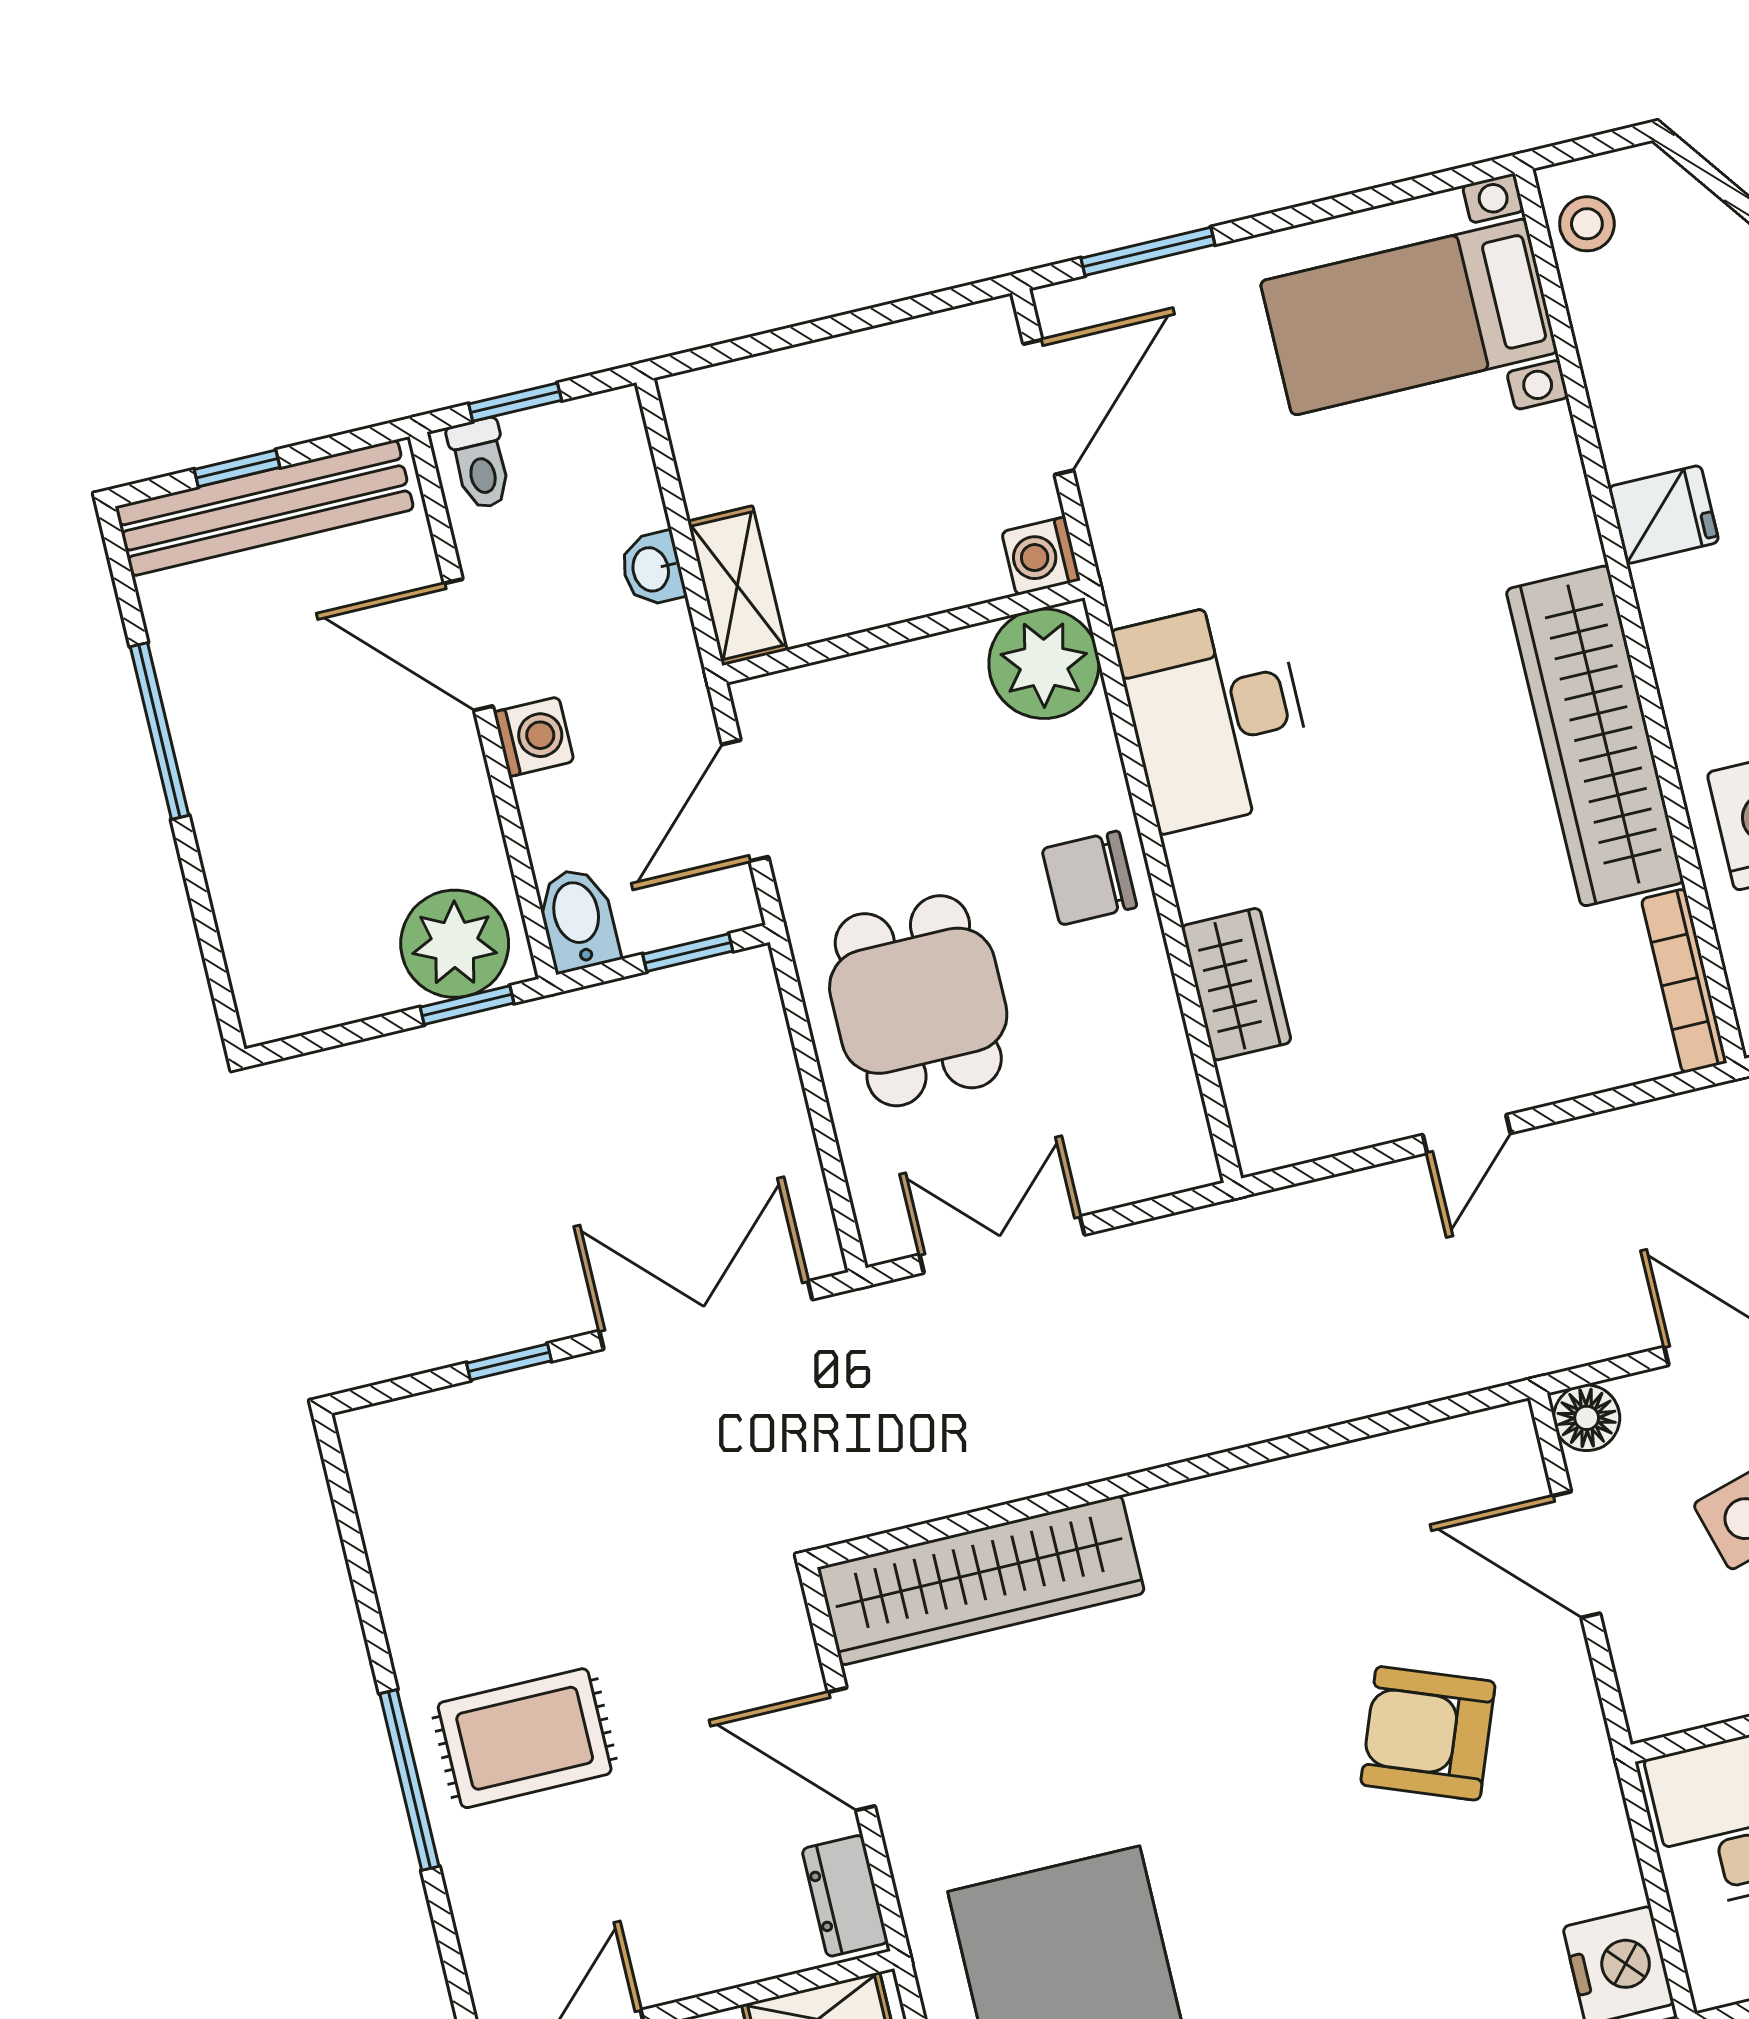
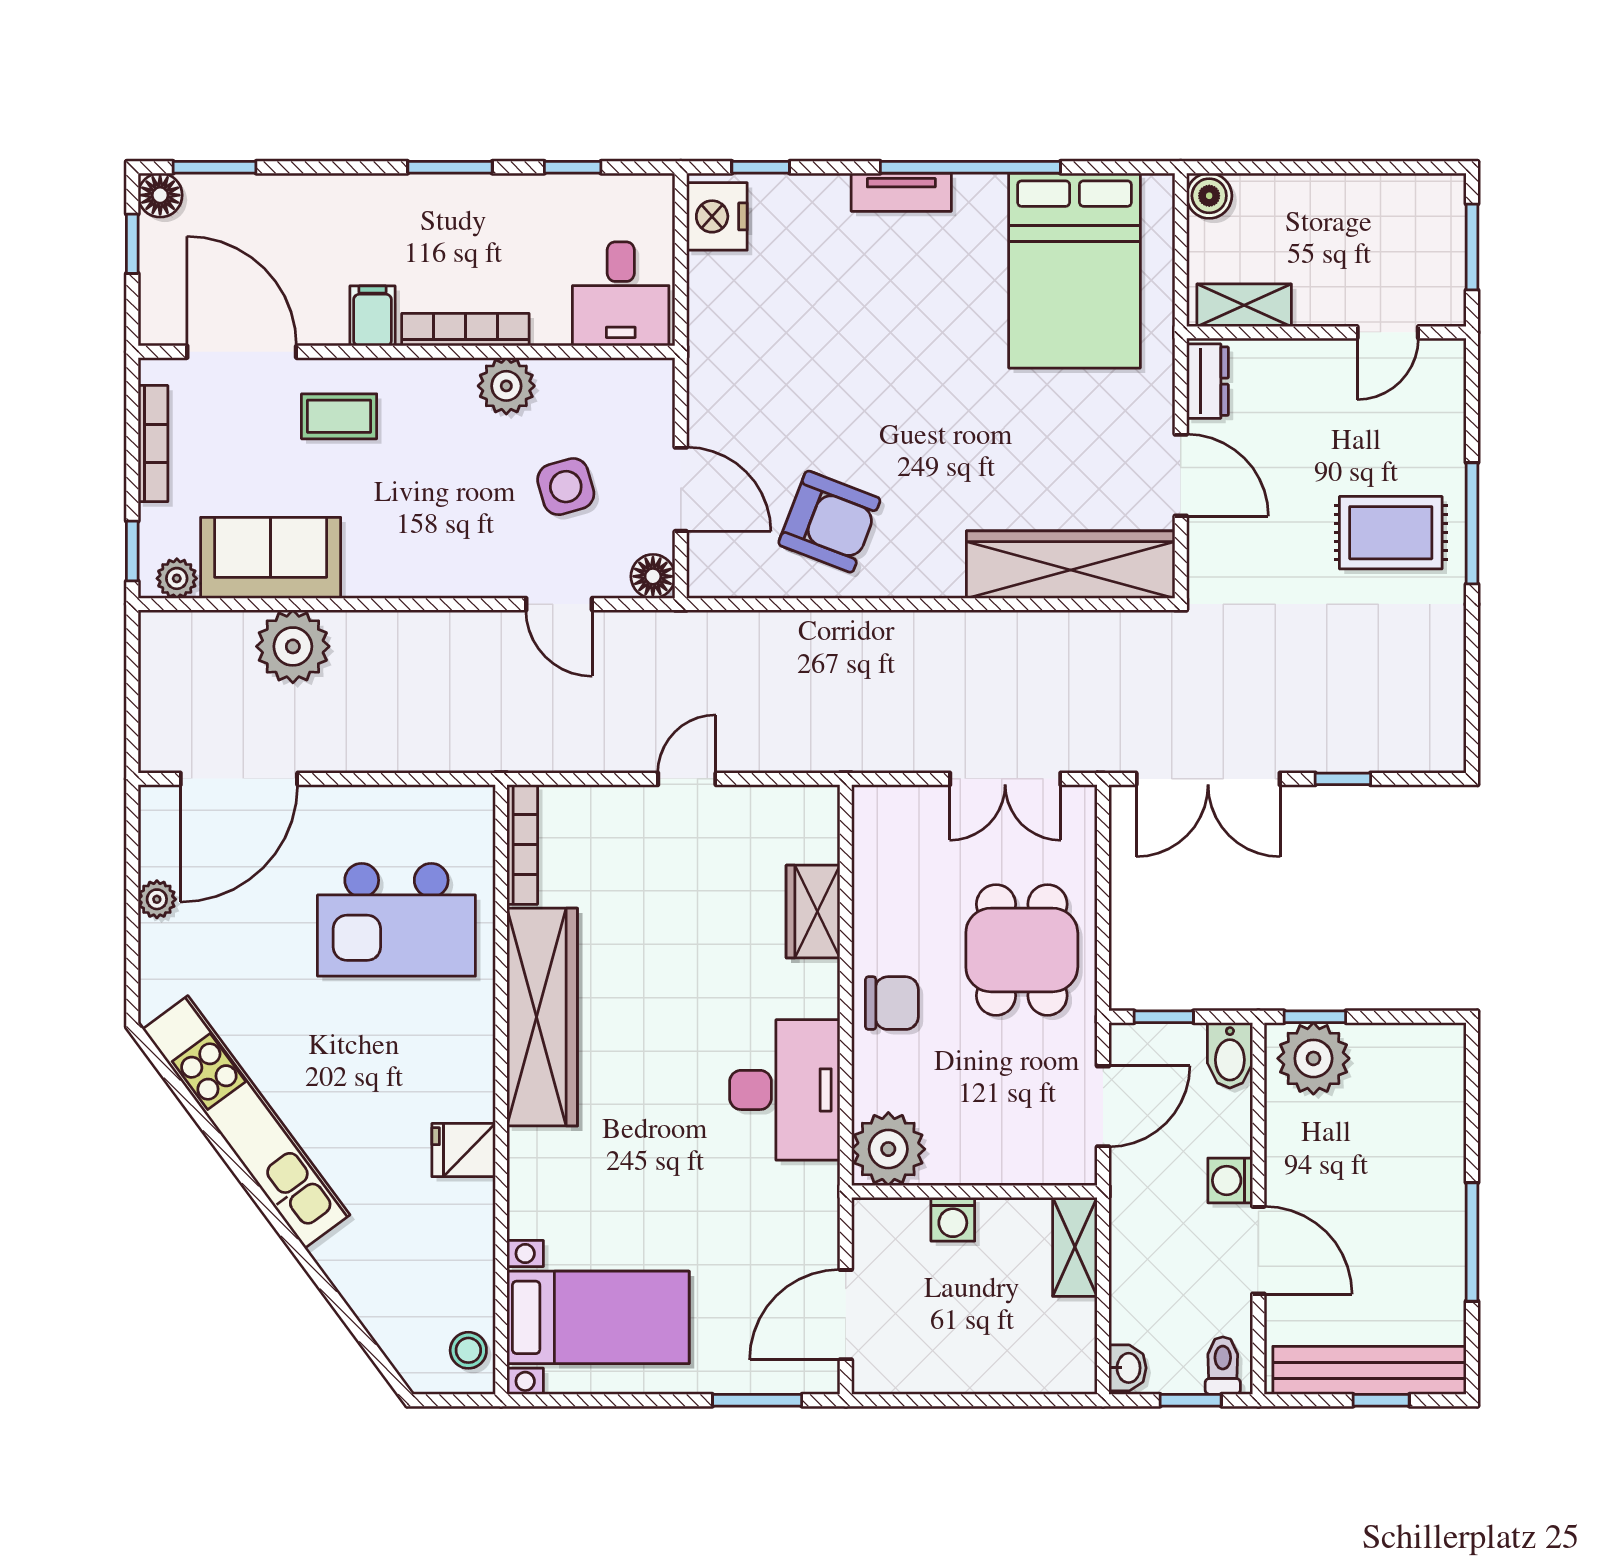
washing machine: (1041, 556) -> (953, 1219), moved, turned 90
washbasin: (652, 569) -> (1127, 1368), moved
armchair: (1428, 1733) -> (829, 522), moved

